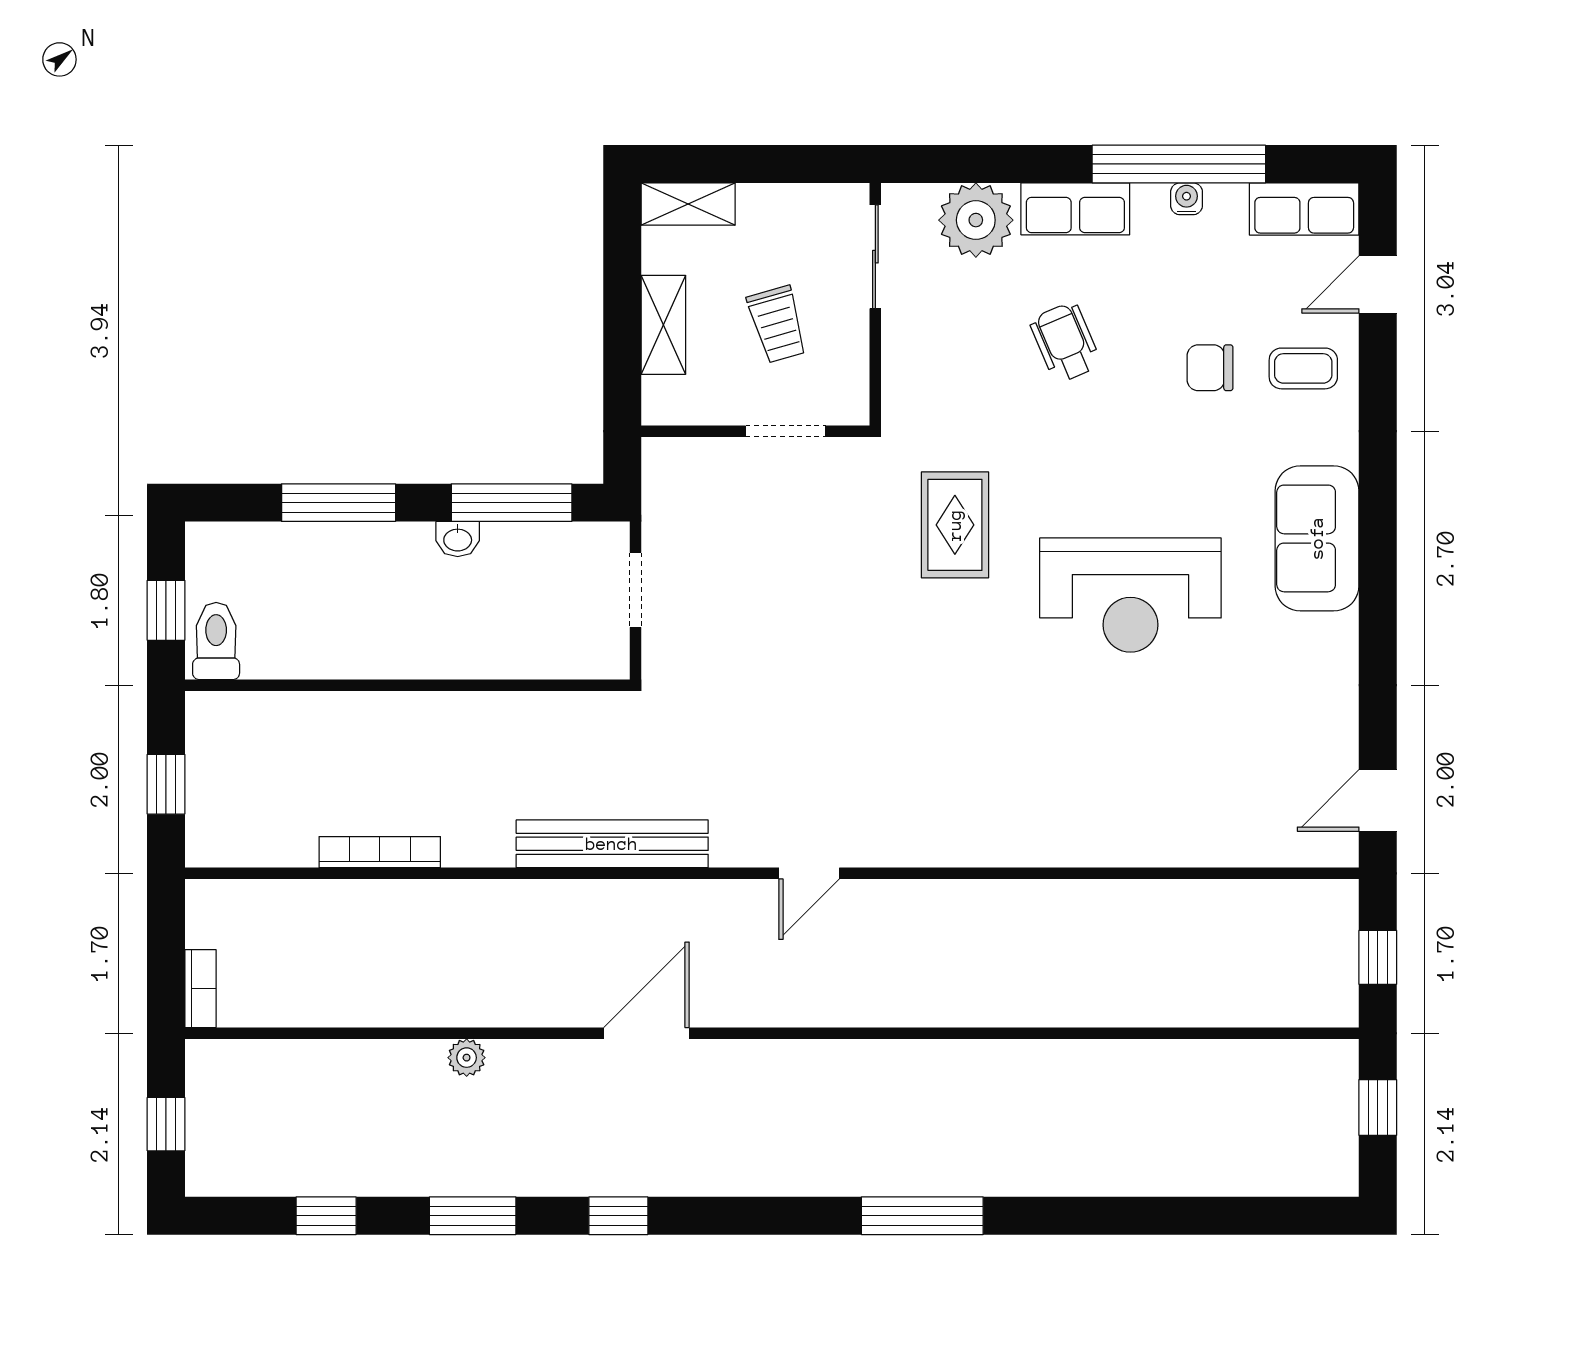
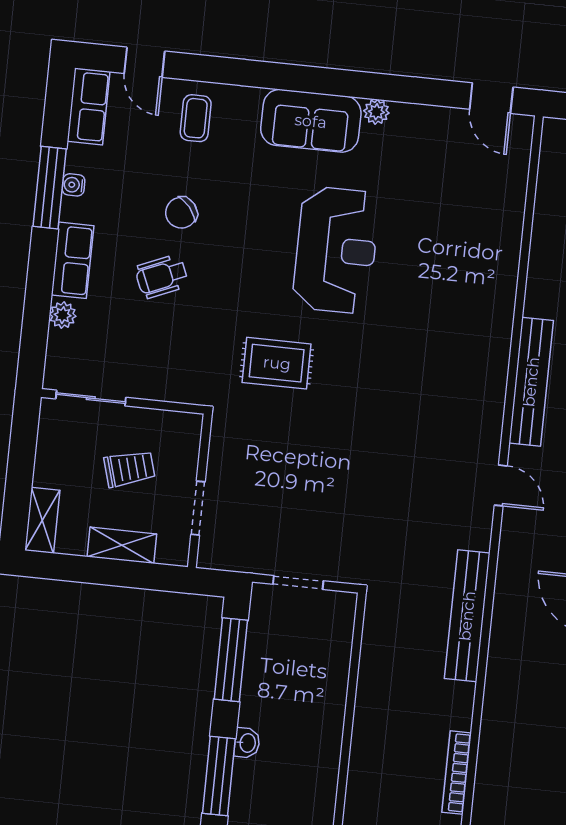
window: (1179, 164) -> (50, 188), width x0.68
plant: (976, 220) -> (63, 315), width x0.53, depth x0.53
chair: (1210, 368) -> (181, 213), moved, turned 50
doorway: (786, 431) -> (198, 508), moved
washbasin: (458, 539) -> (247, 743), moved
plant: (1340, 633) -> (376, 112), added
bench: (966, 902) -> (531, 382), added

